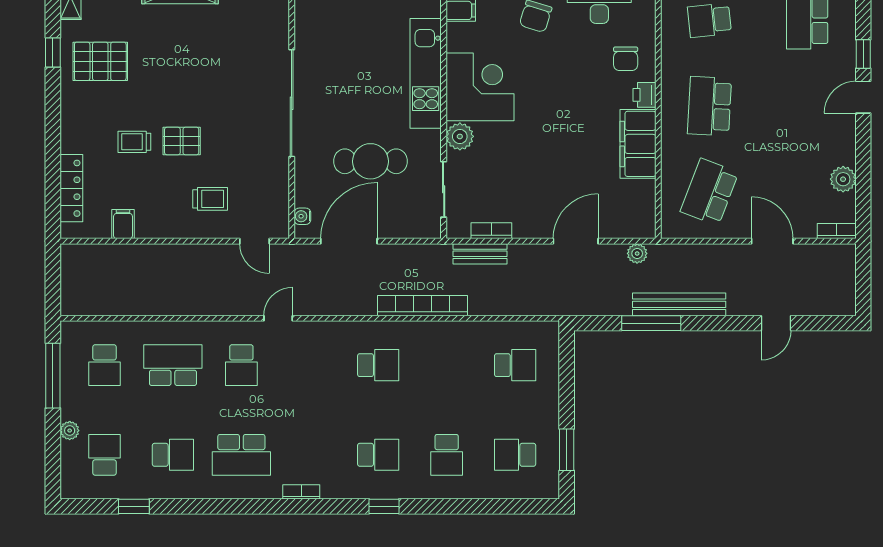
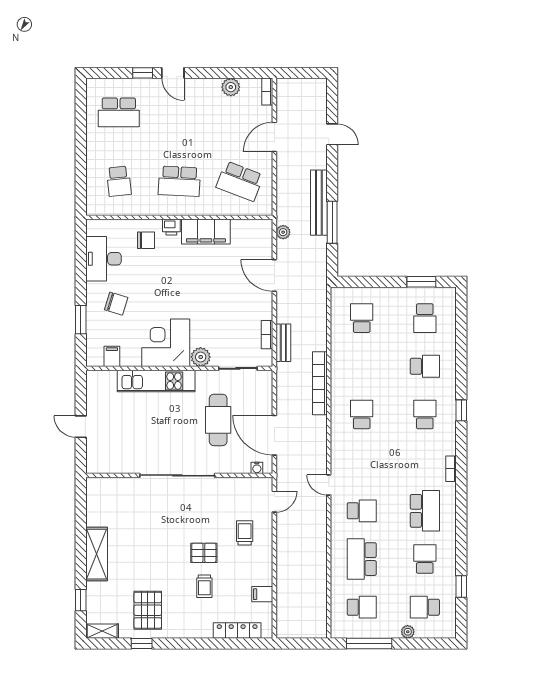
pallet: (182, 141) -> (204, 553), turned 90

